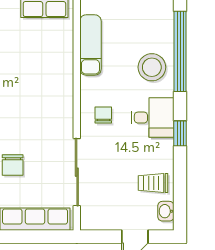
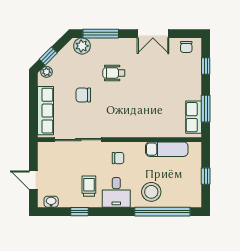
window: (180, 133) -> (79, 212), moved
trolley: (153, 183) -> (89, 186), moved

